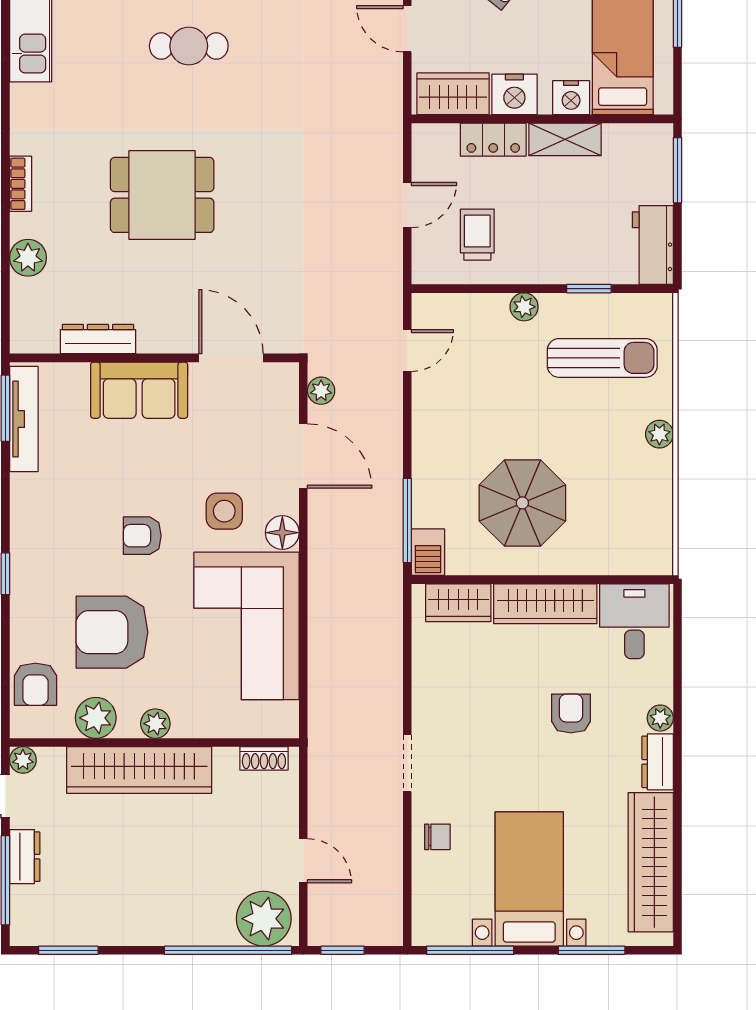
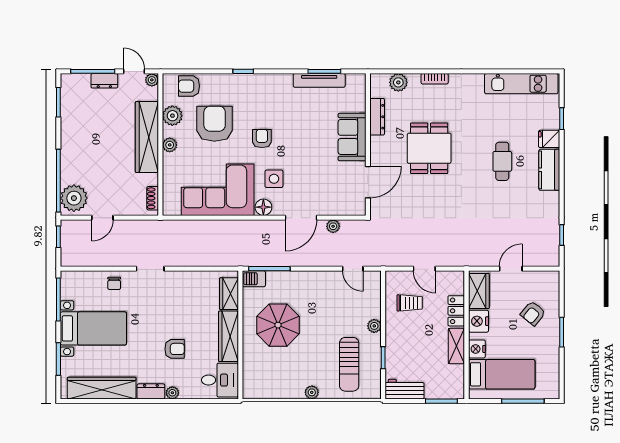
dresser: (98, 339) -> (377, 117), moved
wall: (154, 358) -> (368, 144), moved
door: (231, 358) -> (368, 182), moved
sofa: (139, 390) -> (352, 137), moved

